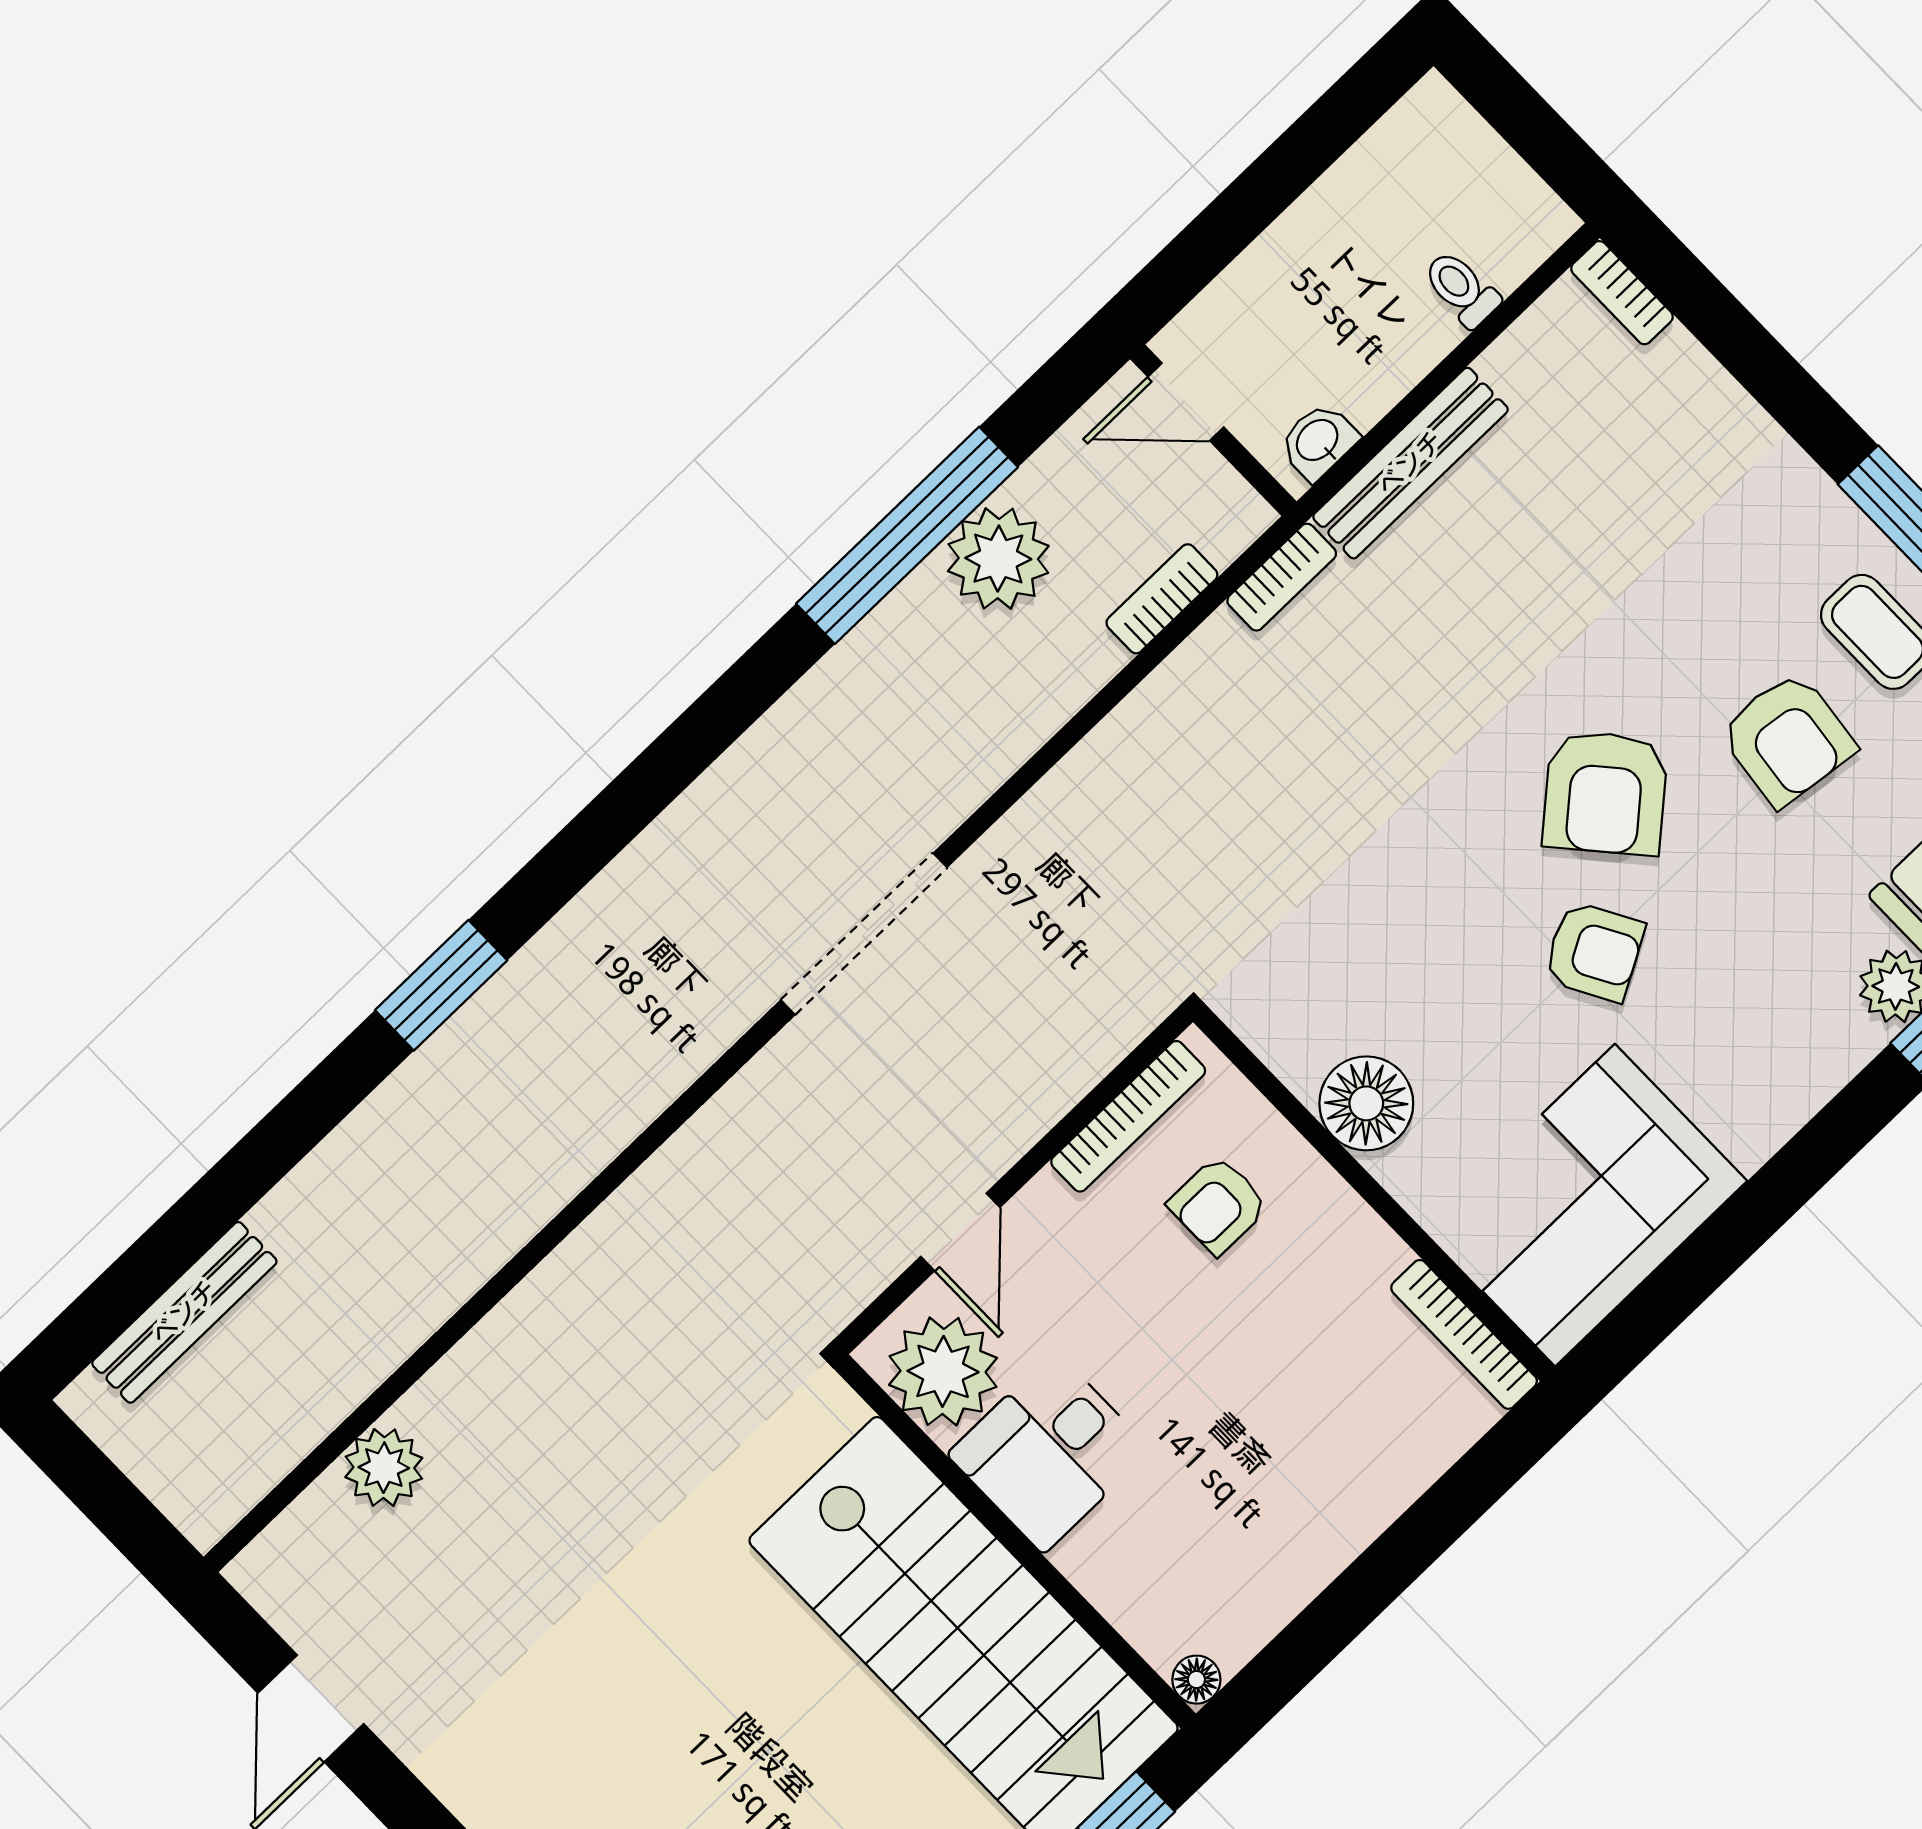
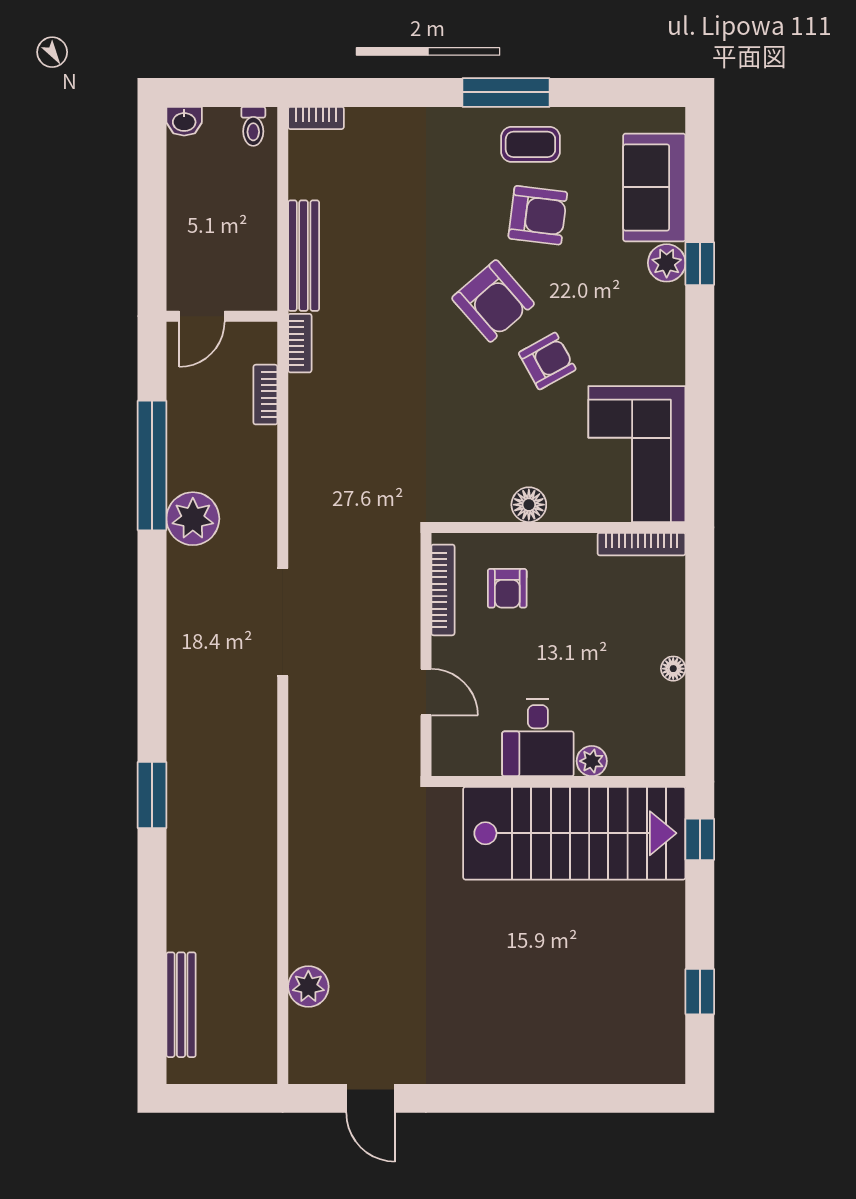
toilet: (1461, 289) -> (253, 126), moved, turned -90
washbasin: (1318, 441) -> (184, 121), moved, turned -90
plant: (998, 559) -> (193, 519), moved
floor lamp: (1366, 1103) -> (529, 505), width x0.73, depth x0.73
plant: (943, 1371) -> (592, 761), moved, width x0.53, depth x0.53
floor lamp: (1196, 1680) -> (673, 669), moved

